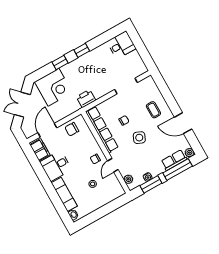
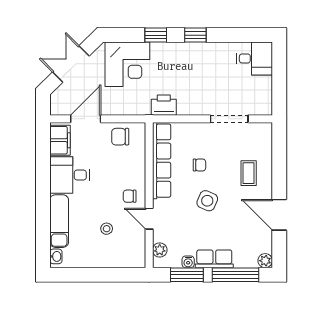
row of seats: (174, 160) -> (214, 259), moved
door: (113, 165) -> (149, 219), hinge flipped

